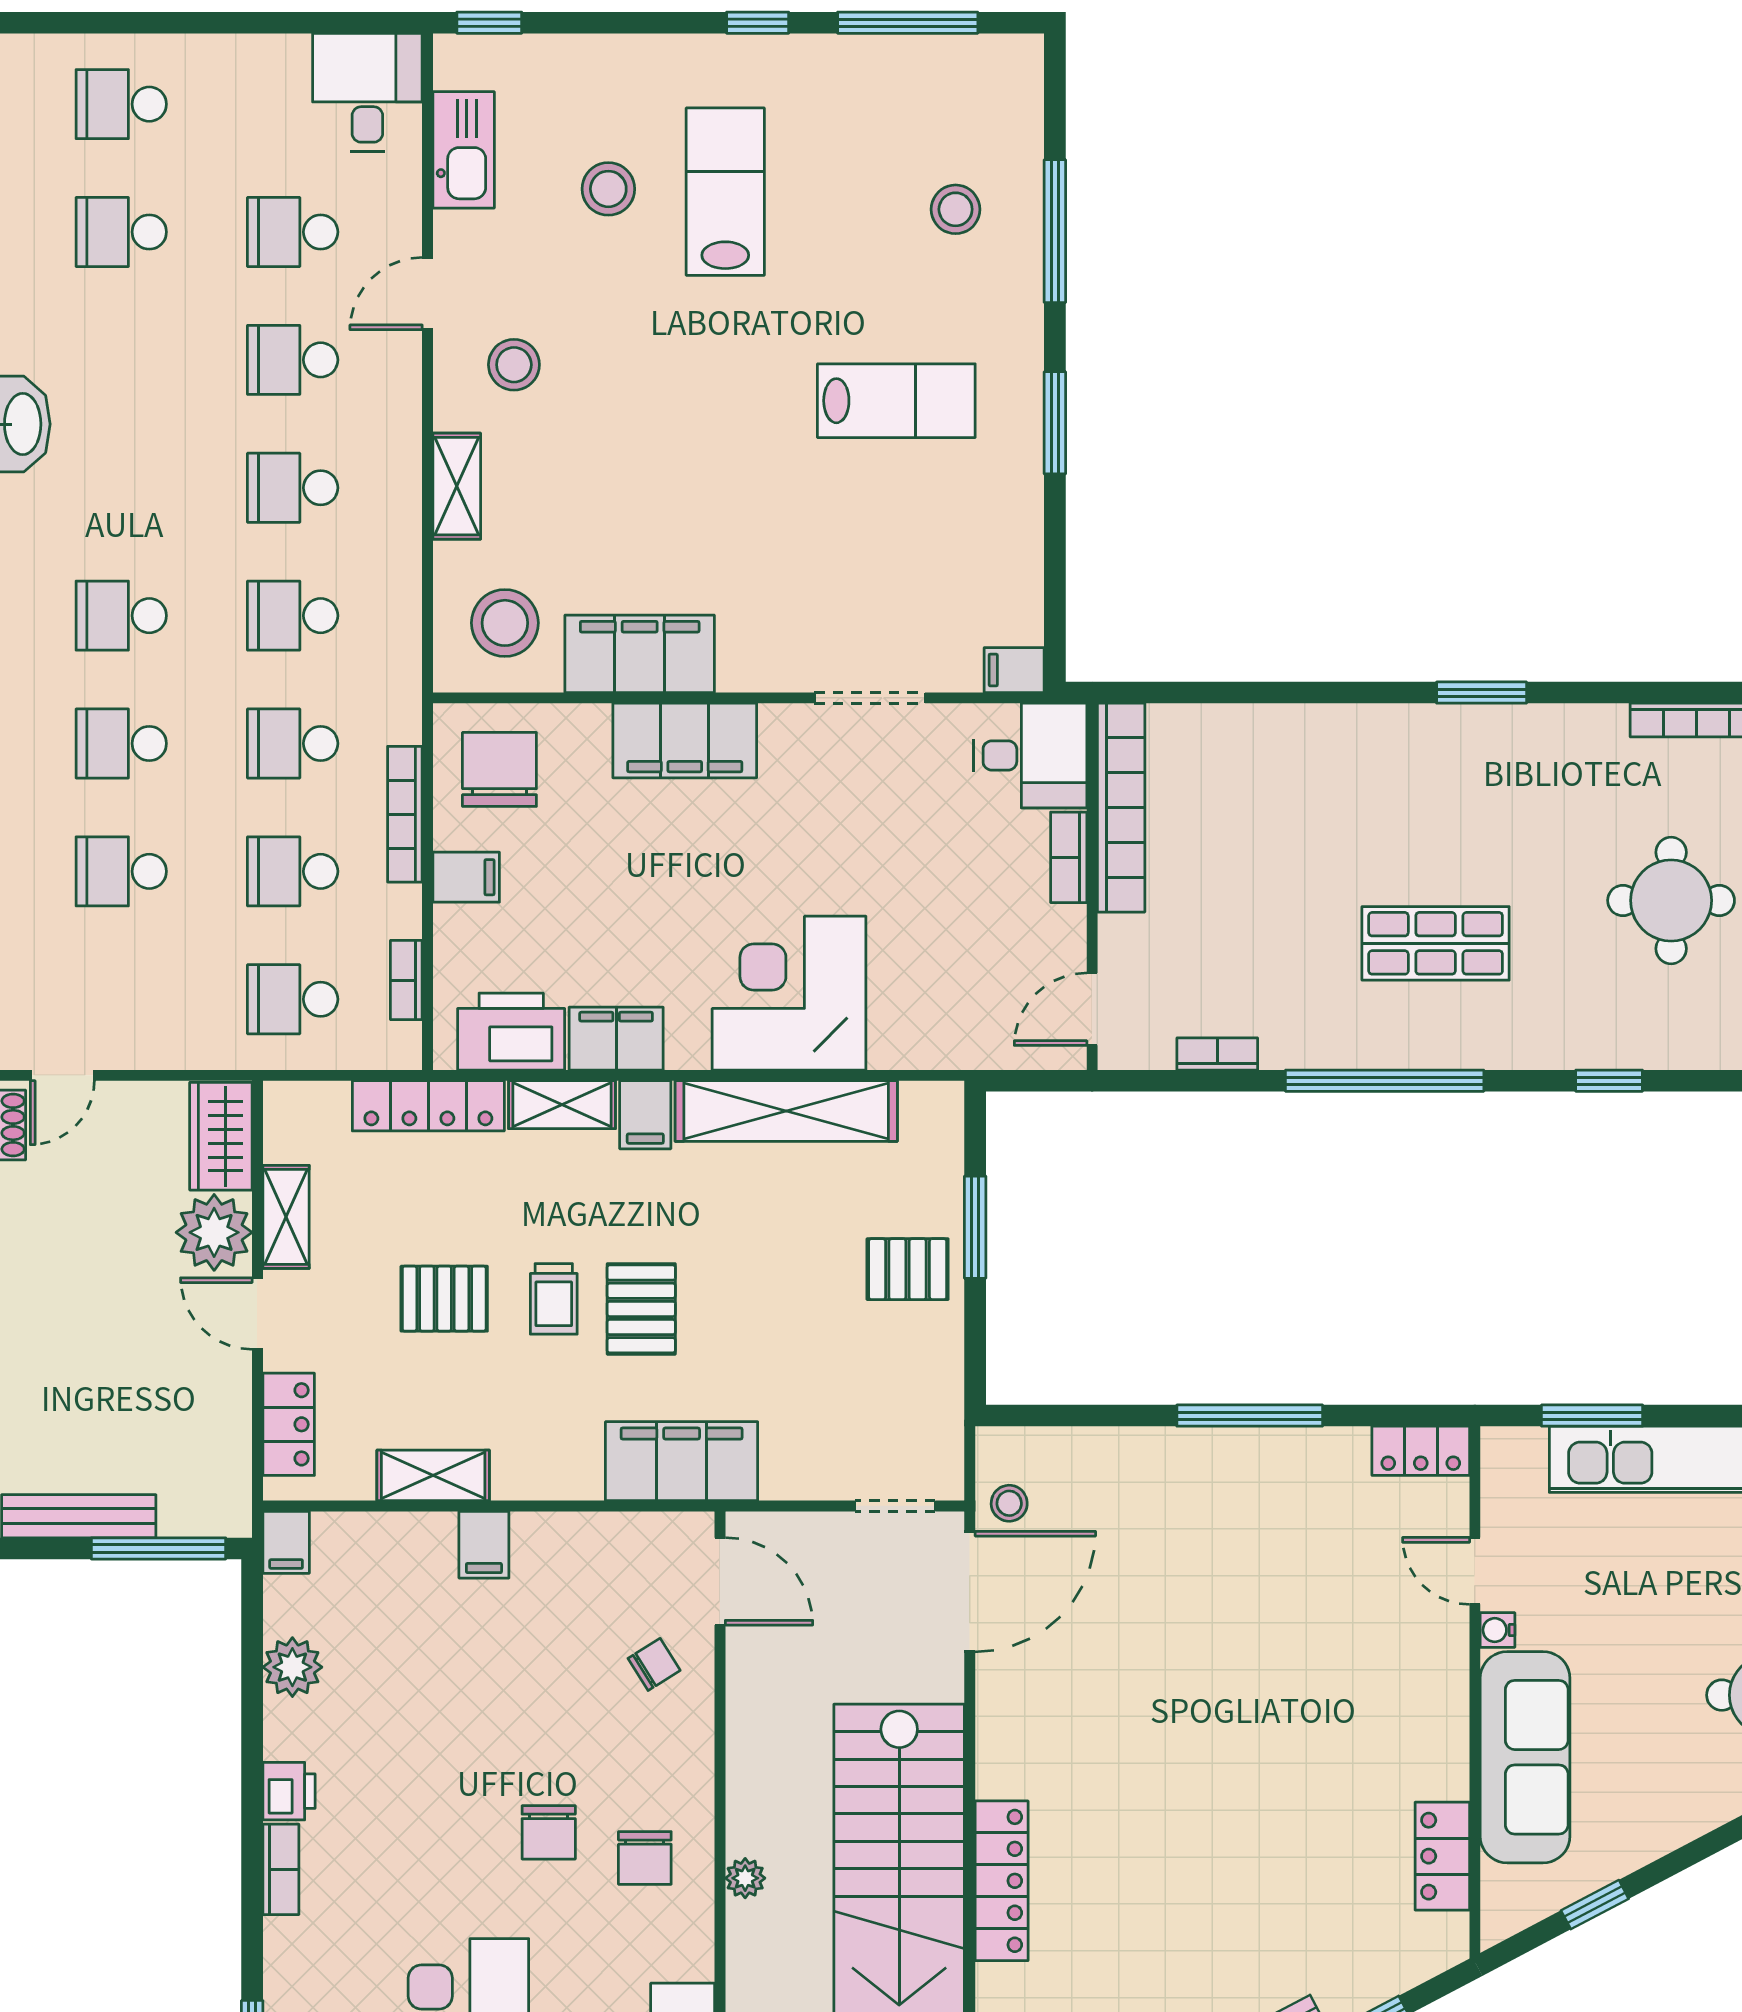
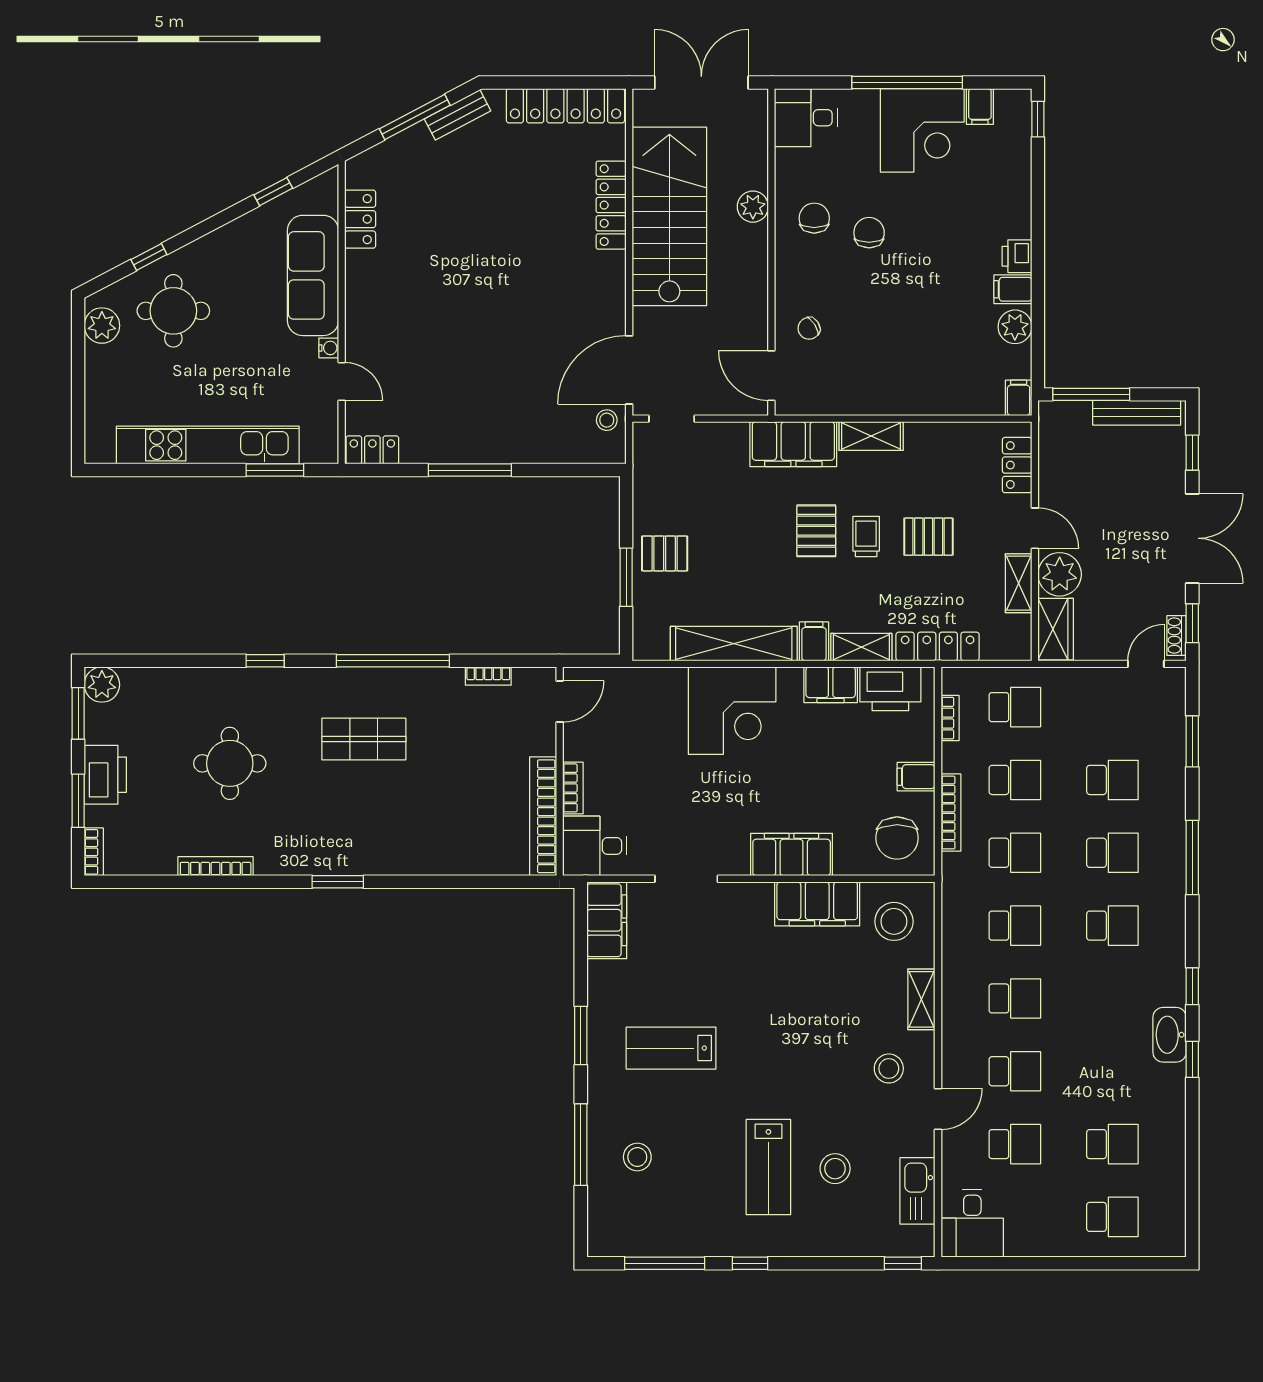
filing cabinet: (1014, 670) -> (607, 920), width x3.00, depth x1.17
shelving: (433, 1475) -> (871, 436), moved
filing cabinet: (484, 1545) -> (1013, 289), moved, turned -90
bookcase: (281, 1869) -> (1022, 212), removed
plant: (745, 1878) -> (753, 207), width x1.38, depth x1.38

